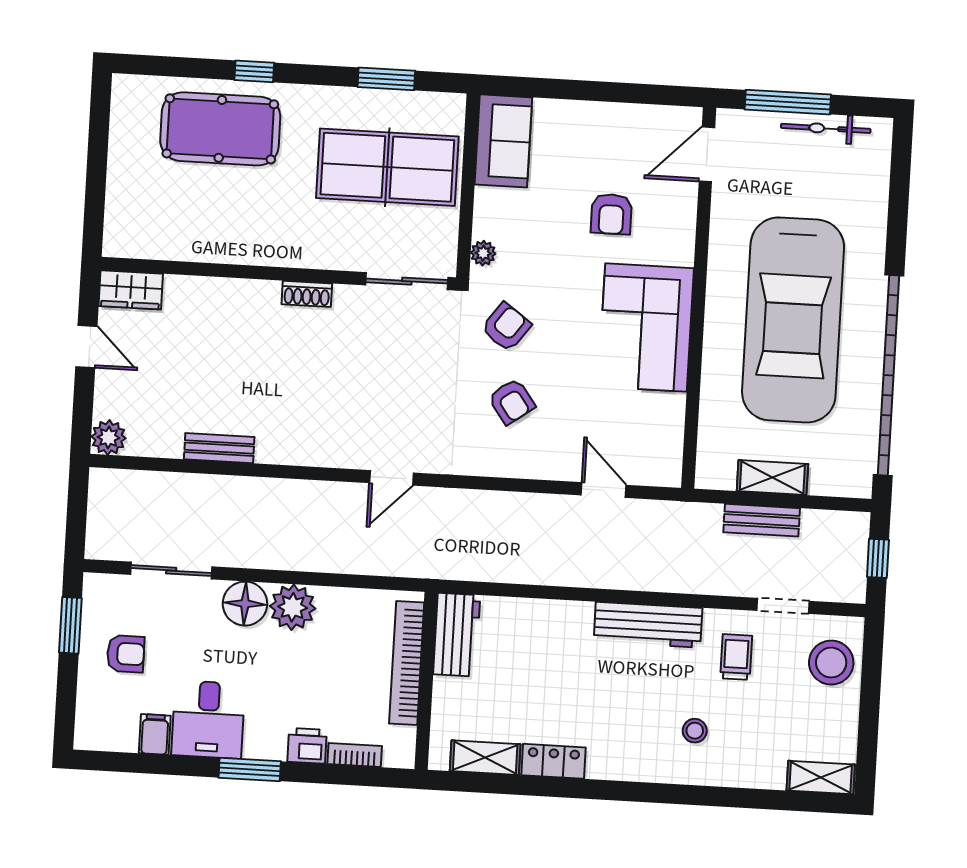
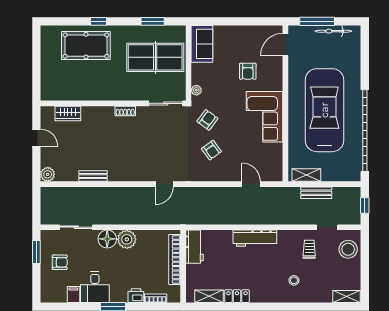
wardrobe: (131, 290) -> (68, 113), moved
car: (793, 320) -> (324, 110), turned 180
shelving: (772, 478) -> (306, 175), moved
workbench: (648, 625) -> (255, 238), moved

